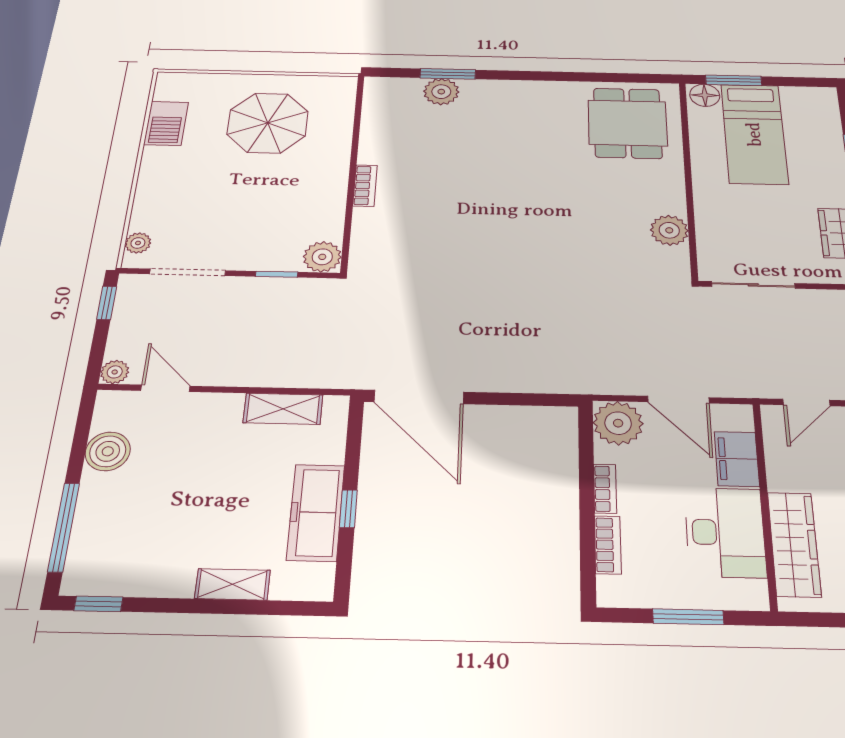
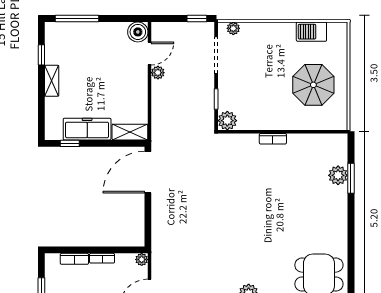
plant: (115, 372) -> (158, 73), moved
shelving: (283, 409) -> (130, 132), moved, turned 90
plant: (618, 423) -> (142, 259), width x0.53, depth x0.53
boiler: (108, 451) -> (138, 32), moved
window: (348, 509) -> (70, 143), moved
shelving: (232, 584) -> (52, 81), moved
window: (98, 604) -> (41, 55), moved

